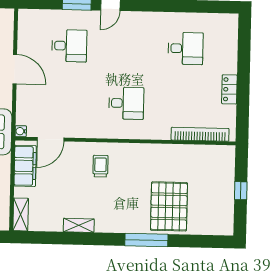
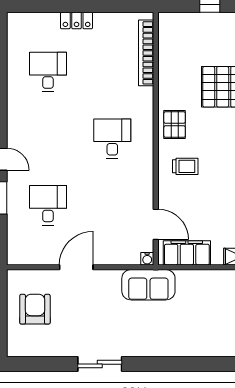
locker: (229, 89) -> (77, 21), moved
pallet: (137, 158) -> (175, 125), added
trolley: (100, 166) -> (185, 166), turned 180

